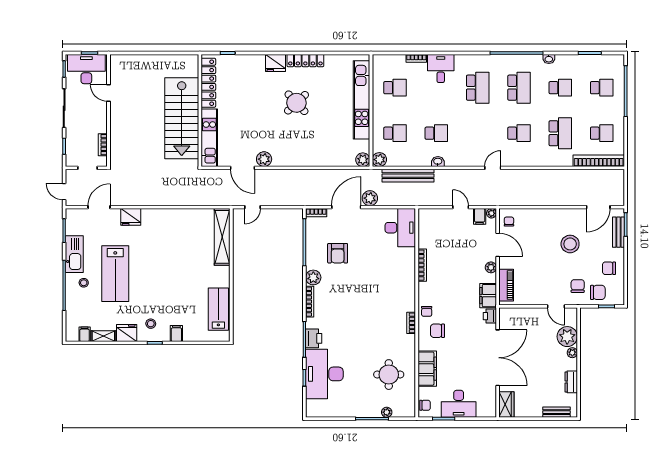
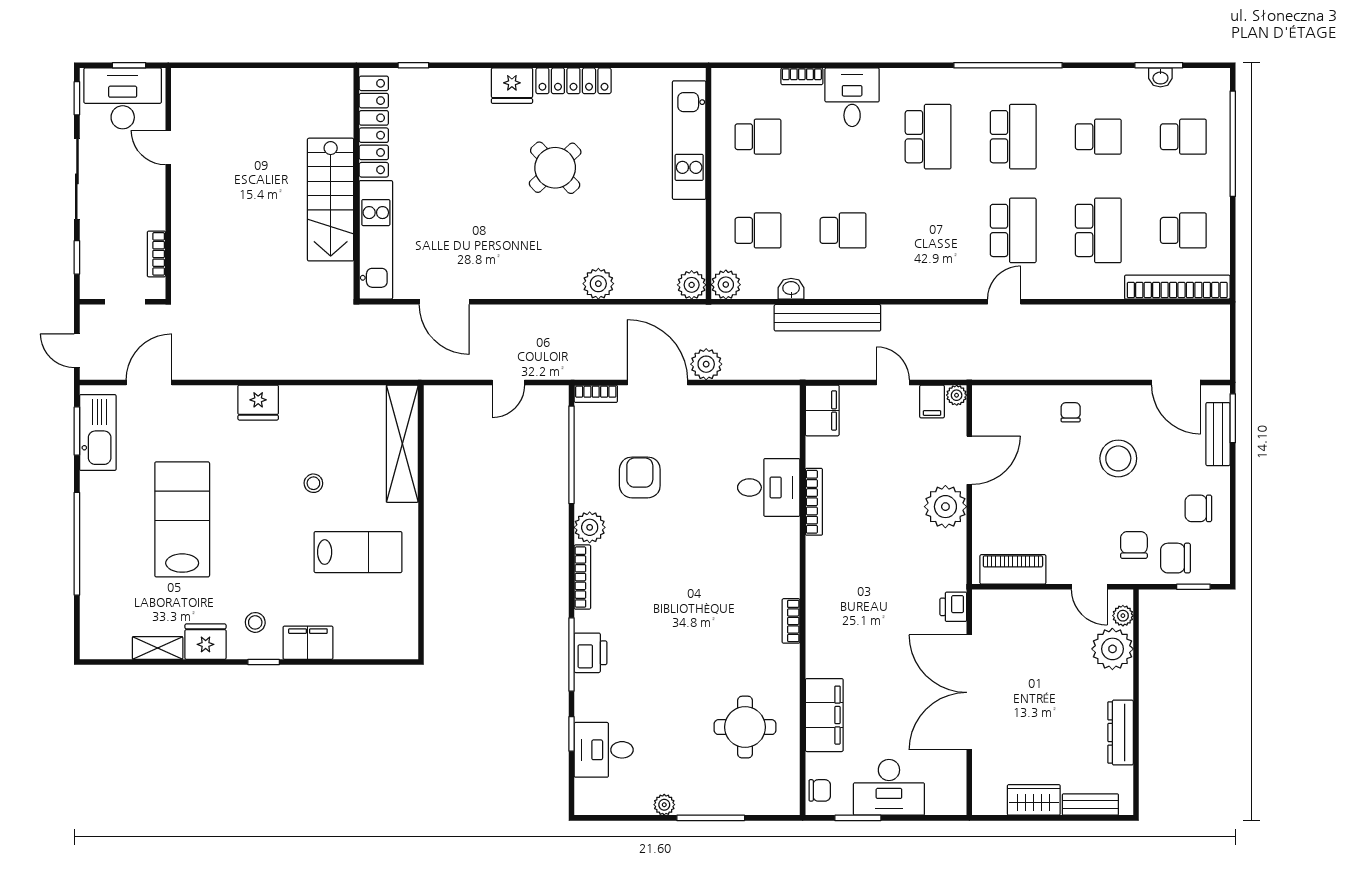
washbasin: (549, 59) -> (1160, 77), moved
kitchen unit: (362, 100) -> (689, 140), width x0.73
stairs: (182, 118) -> (331, 200), width x0.73, depth x0.66
school desk: (519, 133) -> (1013, 230), width x1.85
plant: (264, 159) -> (598, 284), moved
washbasin: (438, 162) -> (791, 289), moved
door: (493, 168) -> (1004, 302), moved
bench: (408, 176) -> (827, 318), moved
door: (252, 207) -> (508, 382), moved
door: (346, 207) -> (657, 382), hinge flipped
door: (598, 207) -> (1176, 382), hinge flipped
fridge: (131, 217) -> (258, 403), moved
chair: (509, 222) -> (1071, 412), moved
desk: (400, 228) -> (769, 487), moved, width x0.73
door: (498, 245) -> (969, 460), hinge flipped
armchair: (338, 253) -> (640, 477), turned 180
kitchen sink: (74, 254) -> (98, 433), moved
plant: (491, 267) -> (945, 507), width x1.88, depth x1.88
lab bench: (115, 274) -> (182, 519), turned 180
stool: (84, 283) -> (313, 483), moved
piano: (506, 285) -> (1013, 569), moved, turned -90
chair: (598, 292) -> (1175, 558), turned 180
filing cabinet: (488, 296) -> (822, 410), moved, turned 180
lab bench: (218, 309) -> (358, 552), moved, turned 90
chair: (427, 311) -> (823, 597), removed
chair: (437, 331) -> (845, 637), removed
filing cabinet: (85, 334) -> (119, 644), removed
filing cabinet: (176, 334) -> (308, 643), width x2.00
plant: (572, 353) -> (1123, 616), moved
double door: (498, 358) -> (969, 692), swing flipped
desk: (324, 374) -> (604, 750), width x0.53, depth x0.77
dresser: (571, 382) -> (1121, 733), width x1.44
wardrobe: (506, 405) -> (1034, 800), moved, turned -90
plant: (387, 412) -> (664, 805), moved

